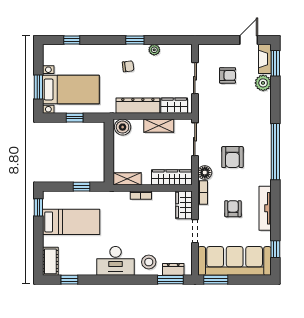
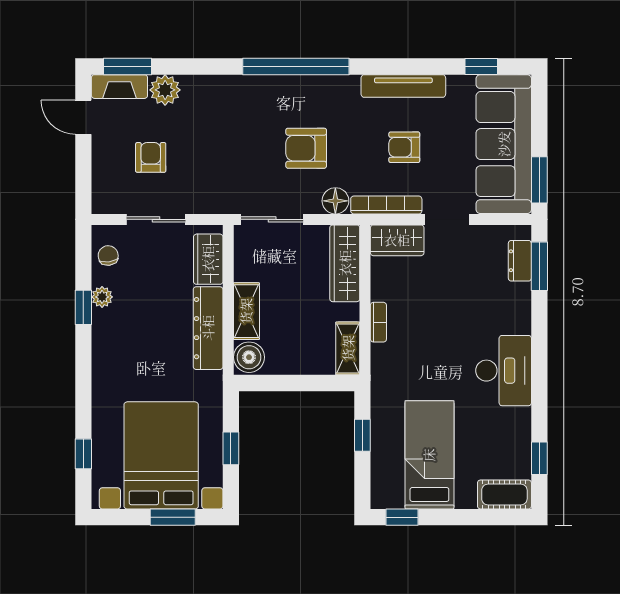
window: (135, 40) -> (83, 307), moved
chair: (128, 66) -> (108, 255), moved
bed with nightstands: (71, 89) -> (161, 455), width x1.36
shelving: (159, 126) -> (246, 311), moved
armchair: (232, 157) -> (306, 148), turned 180
bookcase: (203, 193) -> (386, 205), width x1.56
stool: (149, 262) -> (506, 307), removed

